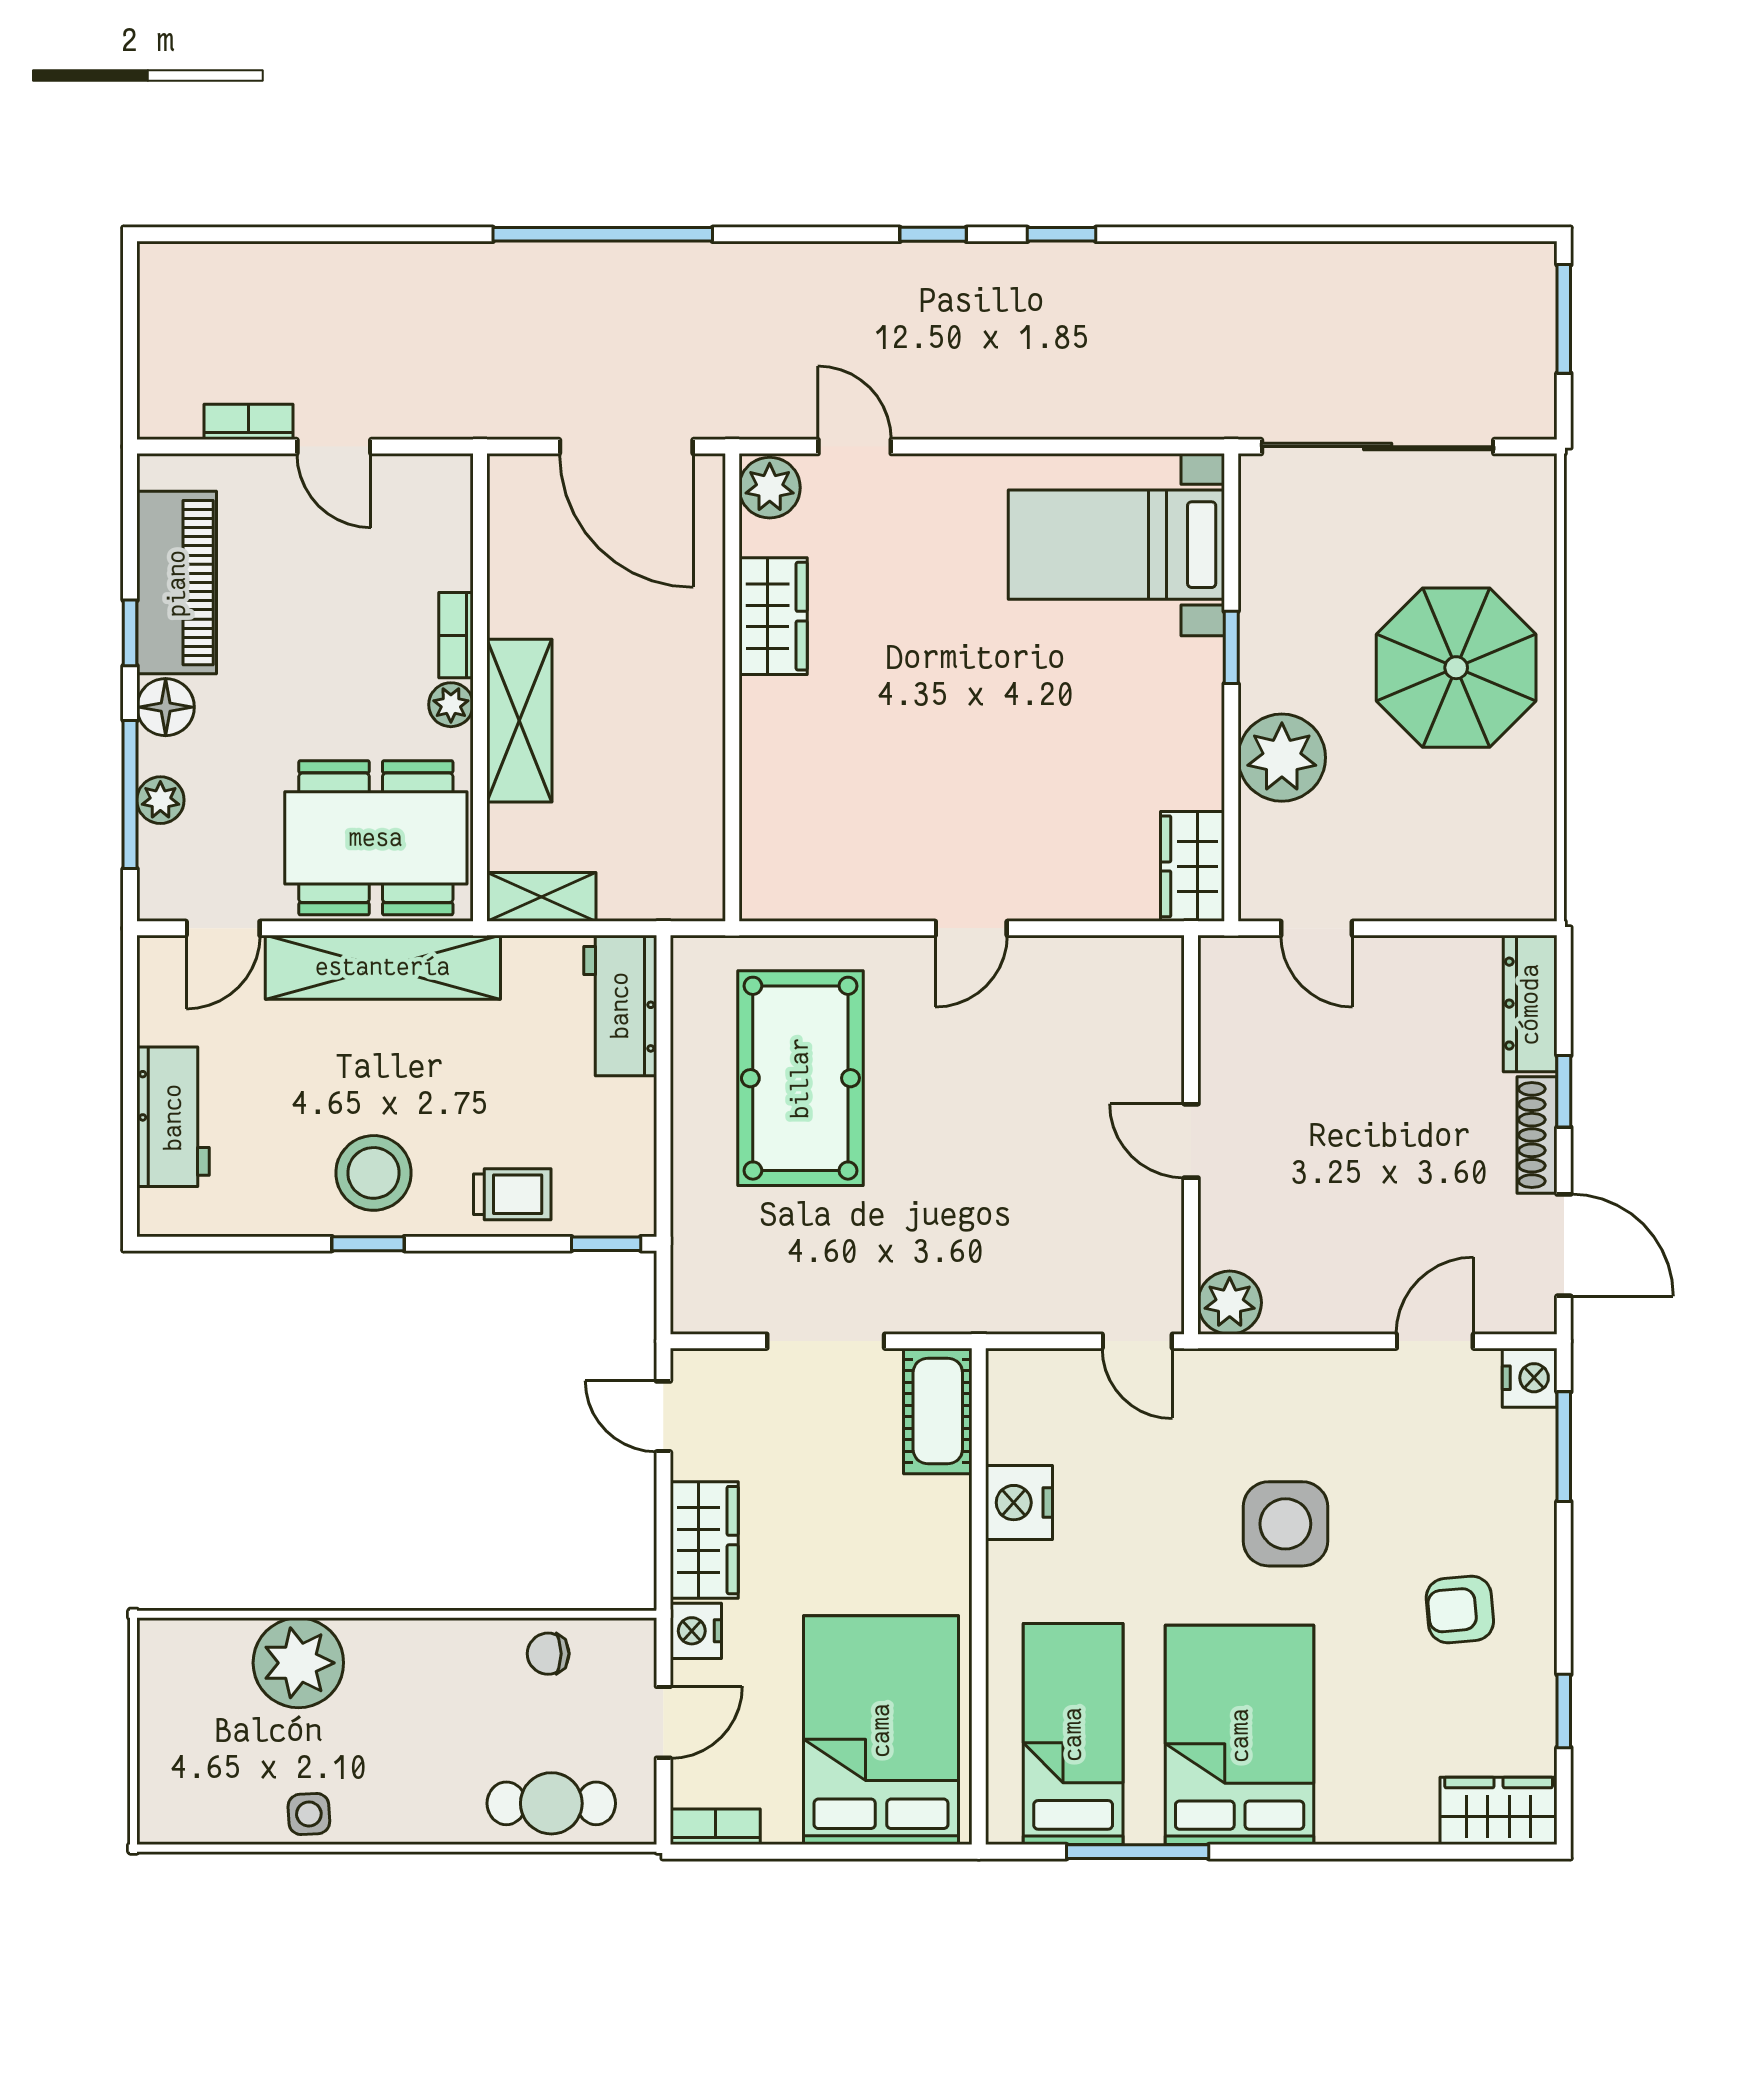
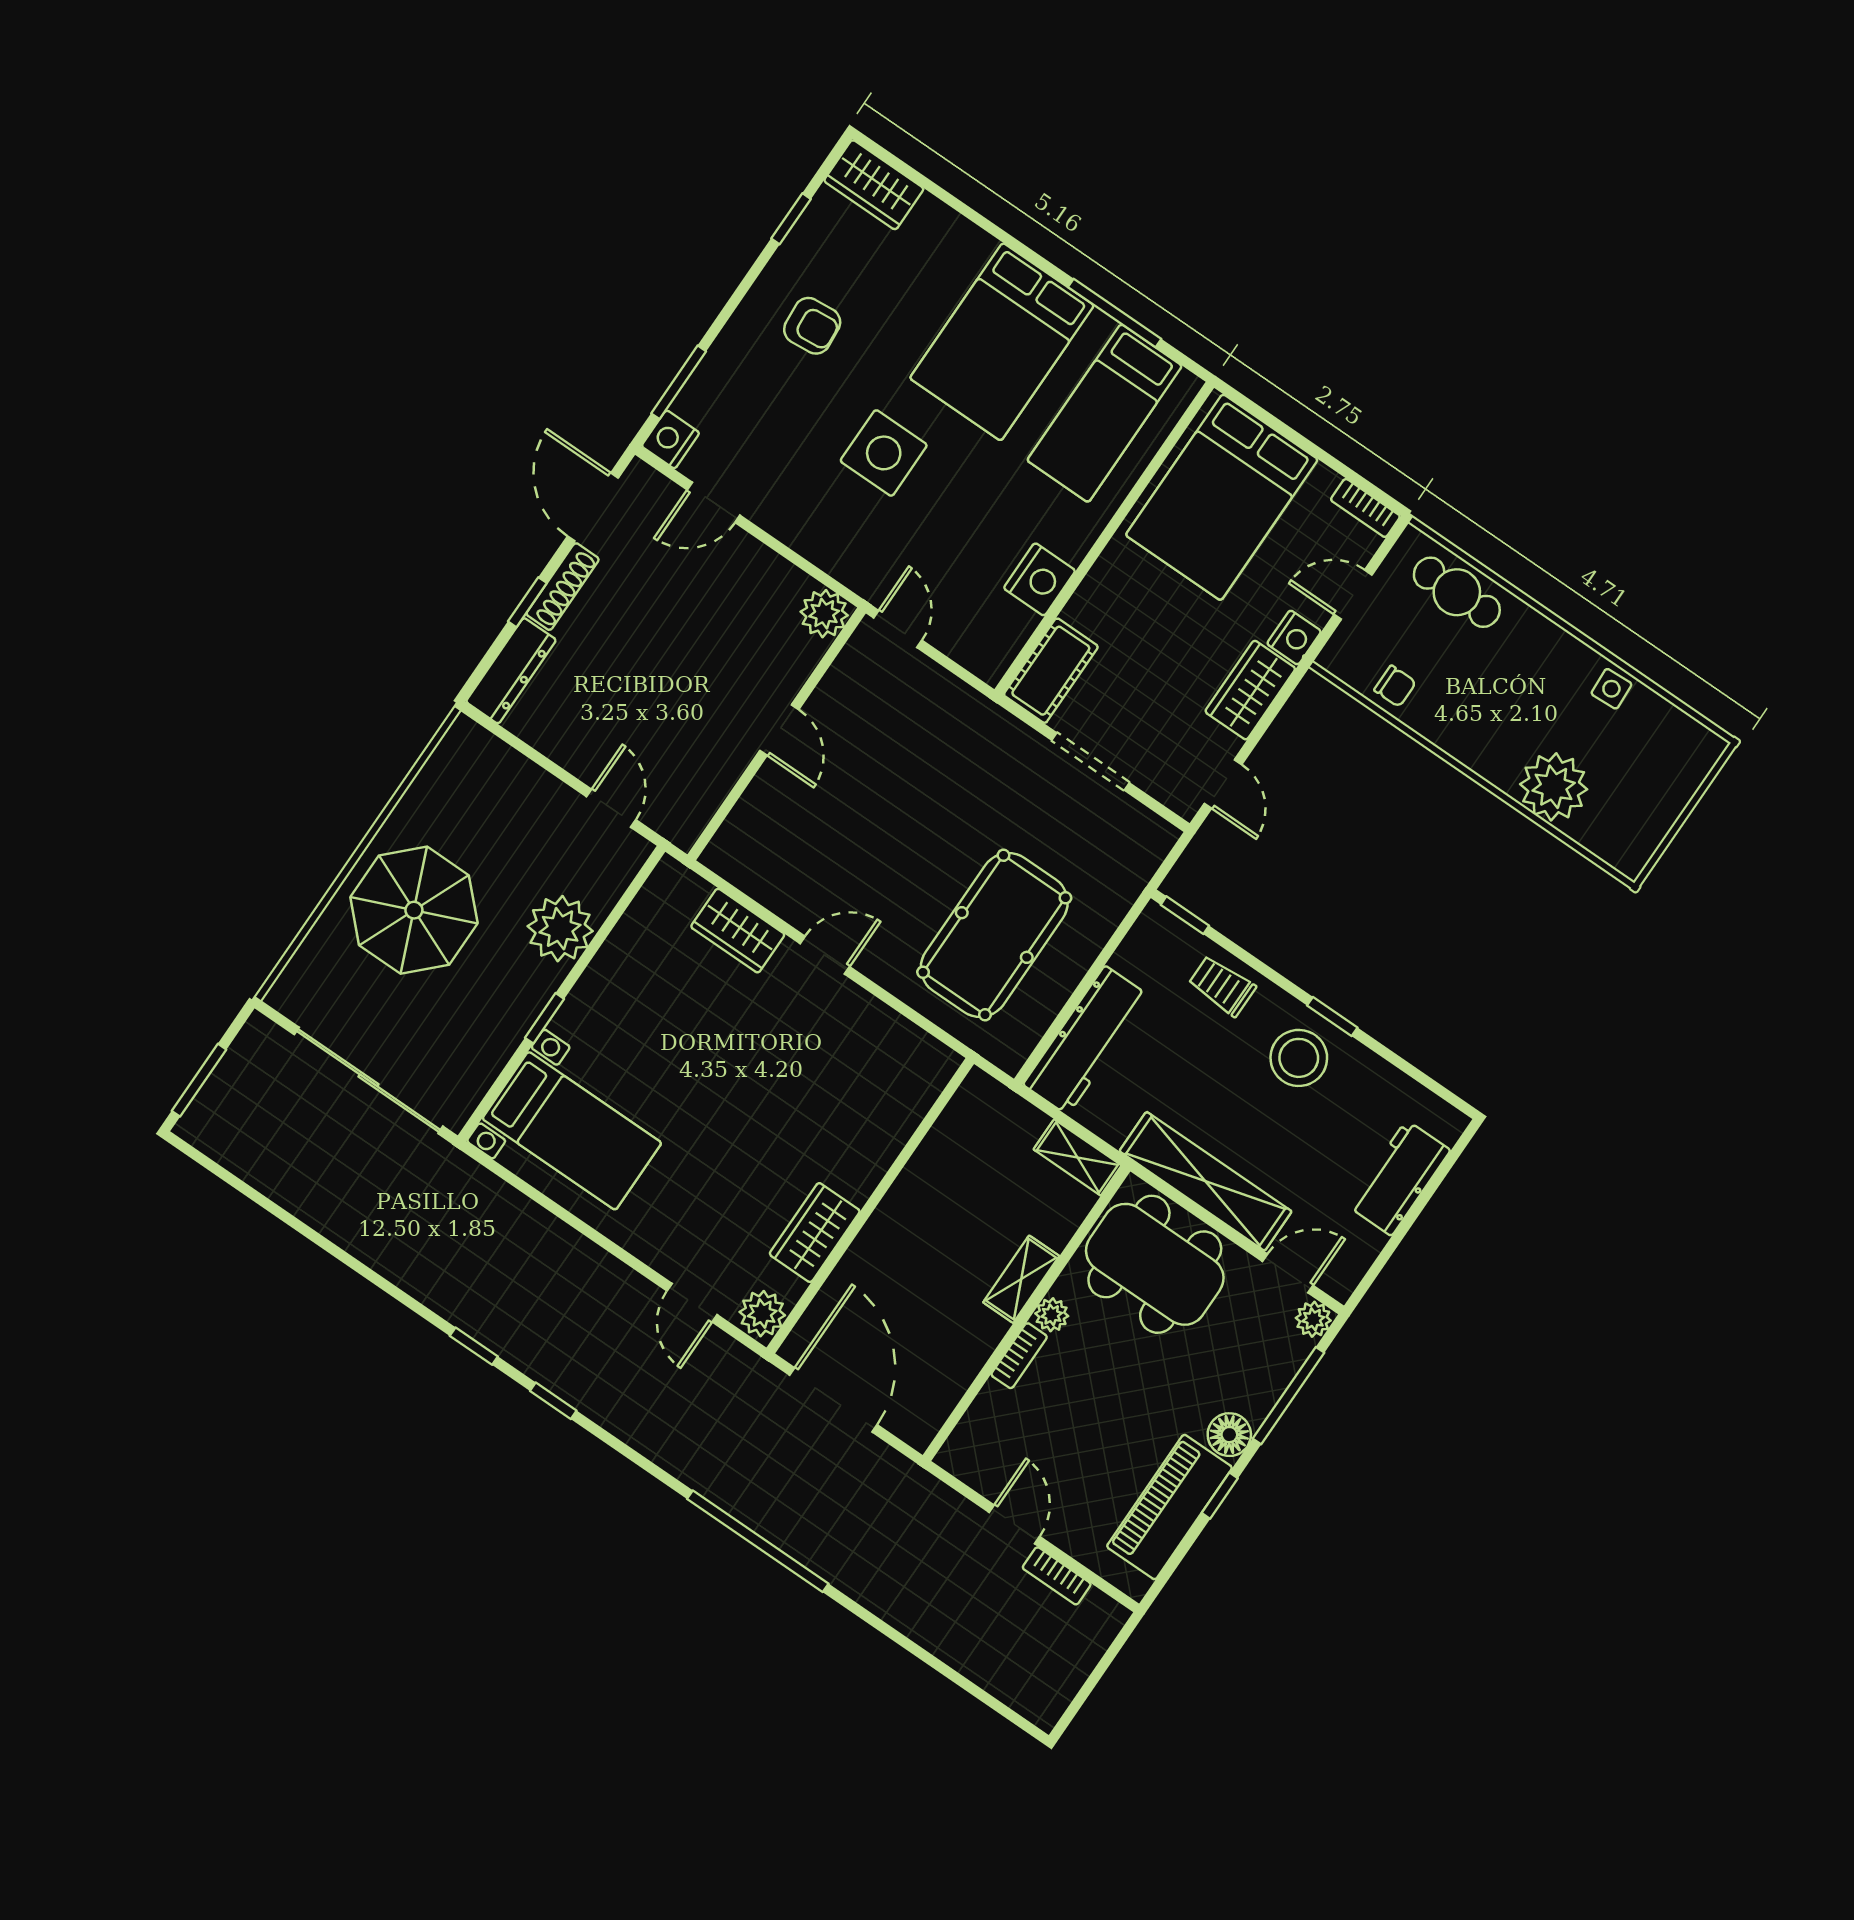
shelving: (519, 721) -> (1021, 1279), width x0.67, depth x0.75
plant: (160, 800) -> (1313, 1319), moved
wardrobe: (1192, 866) -> (738, 931), moved, turned 90
workbench: (620, 1005) -> (1086, 1040), width x1.38

